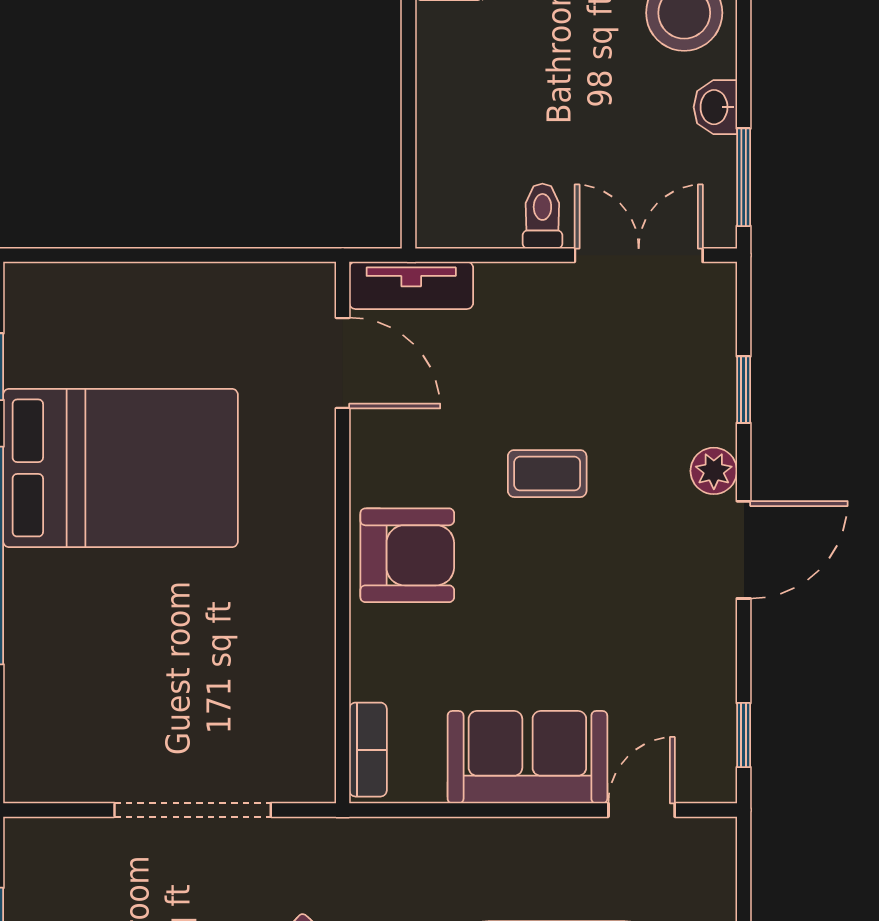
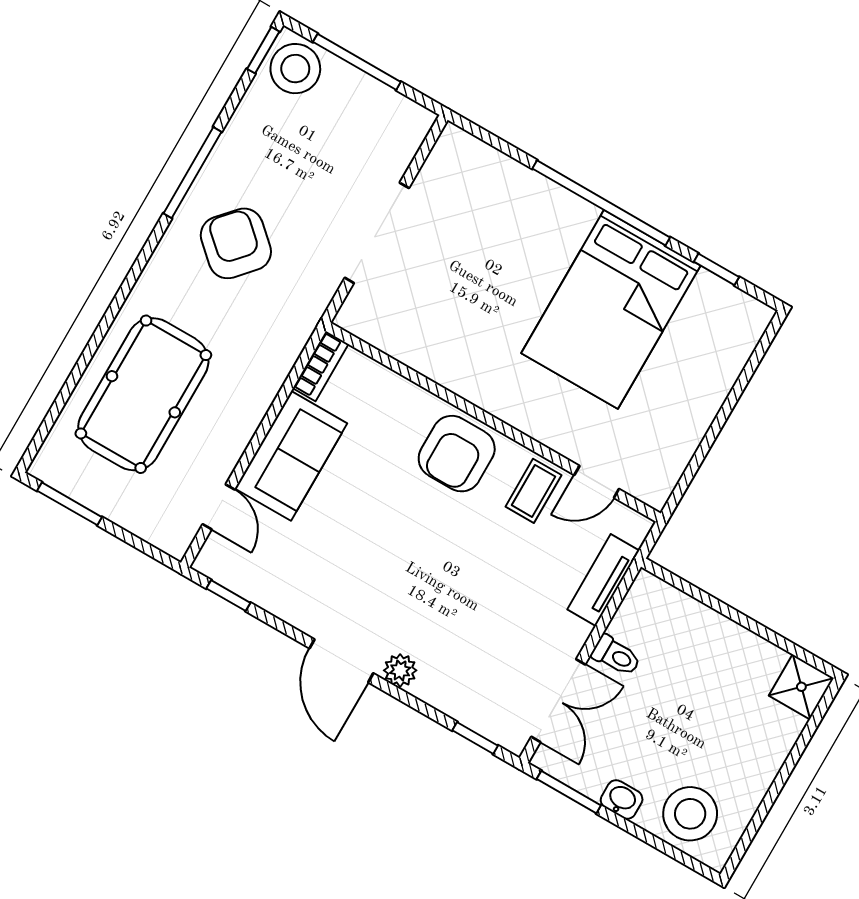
tv unit: (411, 285) -> (603, 580), moved
door: (343, 363) -> (597, 482), width x0.73
window: (744, 390) -> (475, 738), moved
coffee table: (547, 474) -> (533, 491), moved
bookcase: (368, 750) -> (321, 366), moved, turned -90

